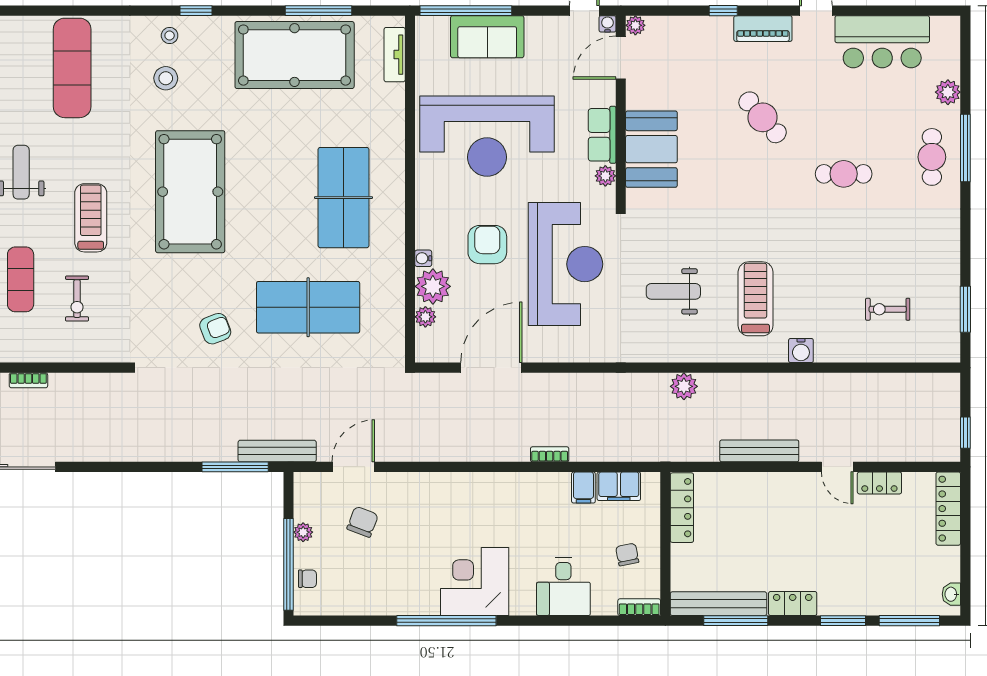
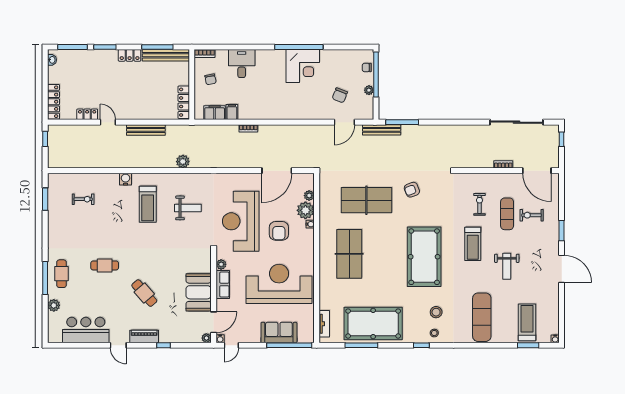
booth: (651, 149) -> (199, 292), moved
corner desk: (475, 582) -> (303, 66), moved

